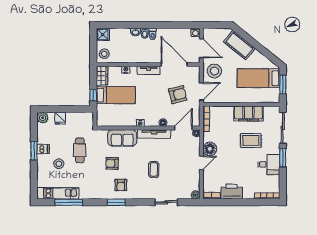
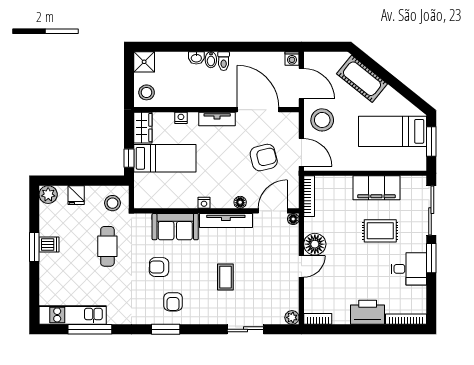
door: (201, 91) -> (301, 152), hinge flipped
stool: (59, 164) -> (112, 203), moved
printer: (232, 192) -> (368, 312), moved

